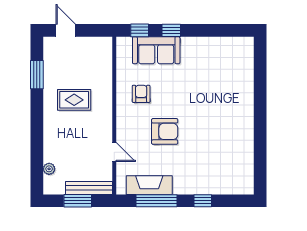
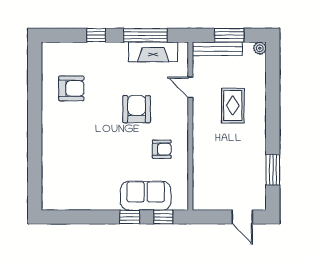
armchair: (141, 94) -> (162, 149), turned -90
rug: (74, 100) -> (233, 106), moved, turned 90
armchair: (165, 131) -> (137, 109), turned 90
armchair: (226, 151) -> (71, 88), added
plant: (49, 169) -> (260, 48), moved

